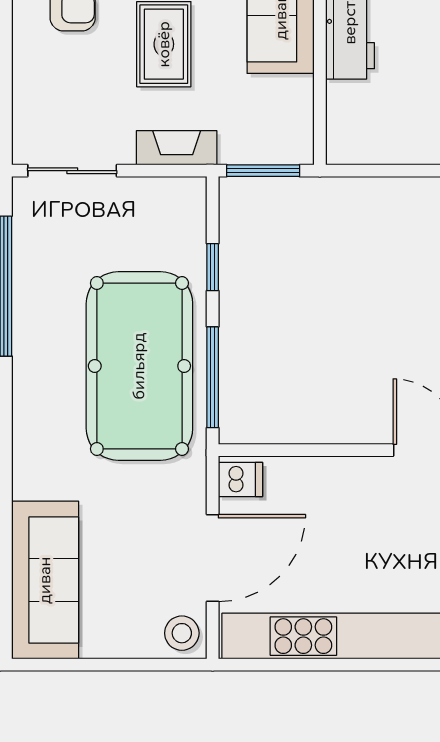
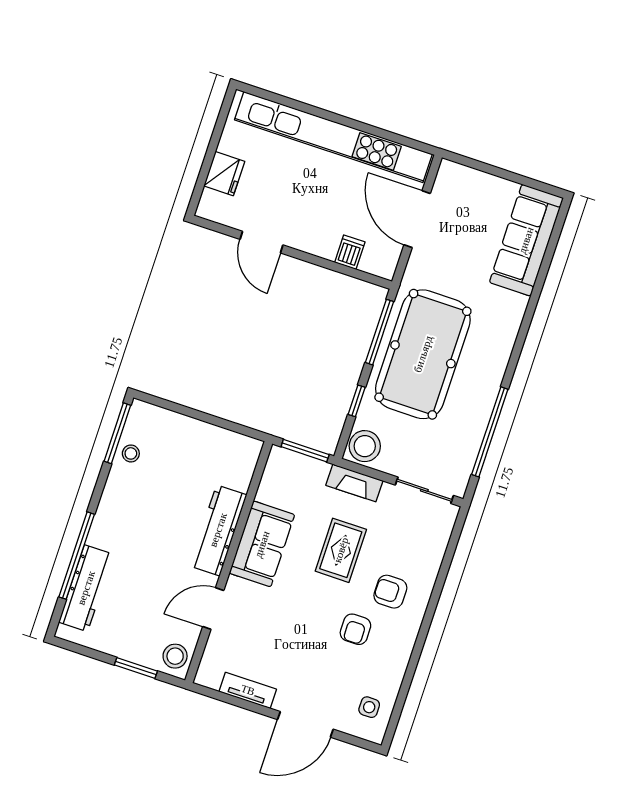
dishwasher: (240, 479) -> (350, 252), moved, turned 90
door: (213, 558) -> (417, 219), hinge flipped
stool: (182, 633) -> (365, 446), moved, width x1.38, depth x1.38

